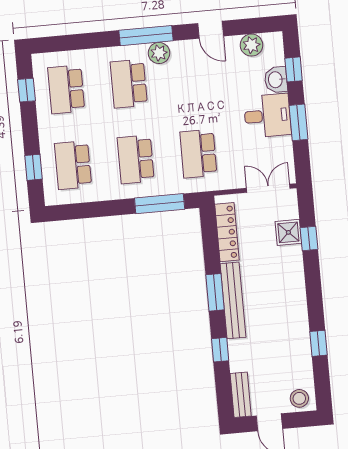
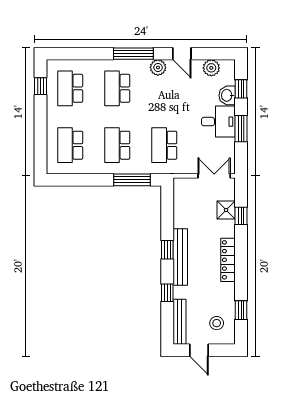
plant: (159, 53) -> (158, 67), moved
window: (34, 167) -> (41, 144), removed
locker: (227, 232) -> (228, 260), moved, turned 180
window: (215, 292) -> (167, 250), width x0.67
window: (319, 343) -> (241, 310), moved
bench: (241, 395) -> (180, 322), width x1.36
stool: (299, 398) -> (217, 323), moved

